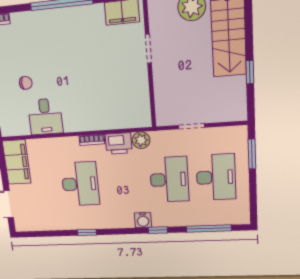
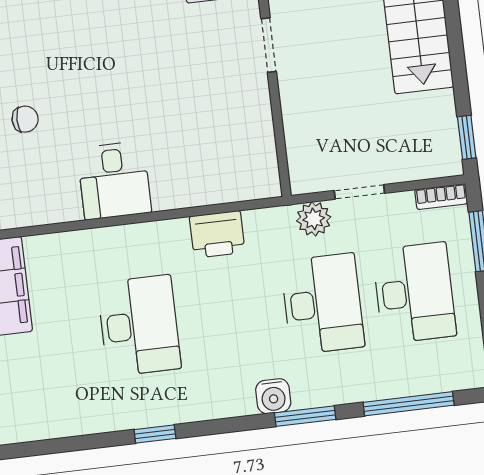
window: (250, 72) -> (467, 137), moved
desk: (45, 117) -> (114, 180), moved
bookcase: (92, 140) -> (441, 197), moved
plant: (141, 140) -> (314, 219), moved
window: (158, 230) -> (305, 416), width x1.50

